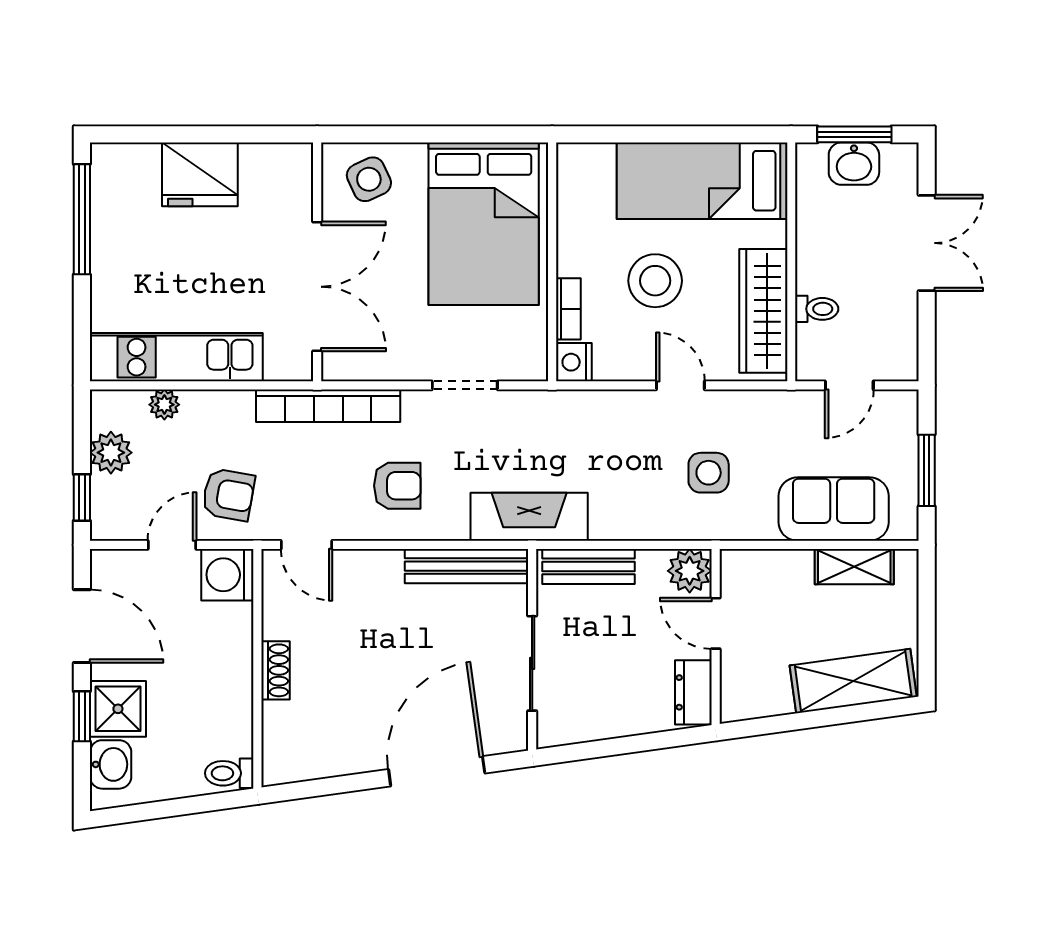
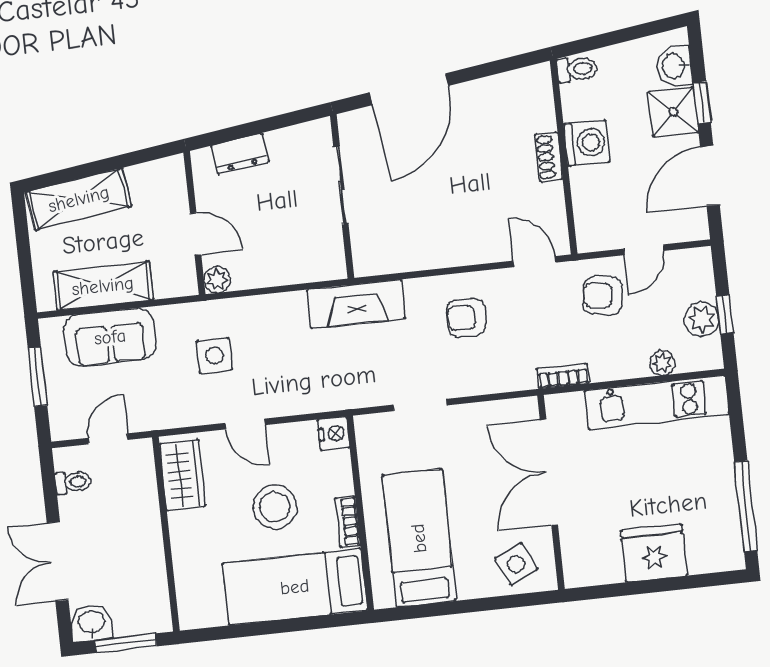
washbasin: (854, 164) -> (91, 623), moved
bed: (702, 181) -> (295, 587), moved, turned 180
bed: (484, 224) -> (419, 538), width x0.67
bookcase: (568, 309) -> (348, 522), moved
toilet: (817, 309) -> (73, 482), moved, turned 180
wardrobe: (763, 311) -> (182, 475), width x0.67
bookcase: (328, 406) -> (563, 376), width x0.43, depth x0.76
window: (82, 498) -> (725, 314), moved
bench: (467, 566) -> (403, 258), removed
bench: (588, 566) -> (304, 269), removed
shelving: (854, 567) -> (103, 286), width x1.50, depth x1.33
plant: (690, 571) -> (217, 280), width x0.73, depth x0.73
washing machine: (227, 575) -> (587, 143), moved
door: (82, 626) -> (710, 176), hinge flipped
dresser: (693, 692) -> (240, 154), moved, turned 82

